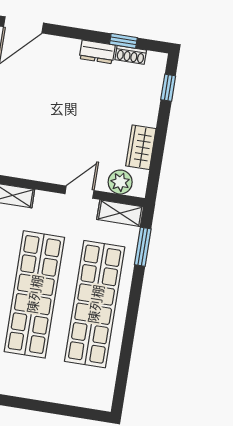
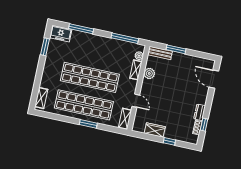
window: (168, 88) -> (169, 141), moved
plant: (120, 182) -> (149, 73), moved
window: (143, 247) -> (88, 124), moved
shelving: (85, 398) -> (41, 98), added

